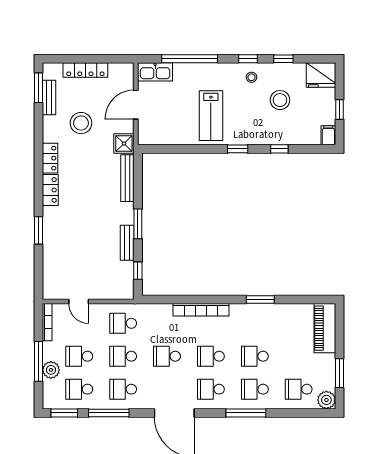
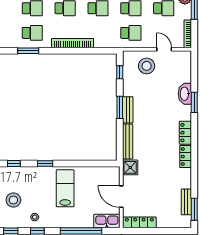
locker: (85, 70) -> (139, 222), moved
door: (136, 105) -> (121, 197), swing flipped
stool: (81, 123) -> (147, 66), moved
washbasin: (51, 242) -> (185, 94), added
bench: (127, 243) -> (128, 110), moved
school desk: (255, 323) -> (32, 33), added

